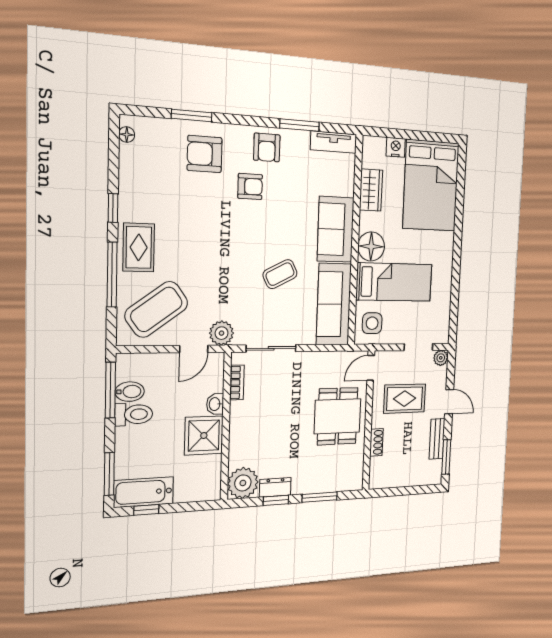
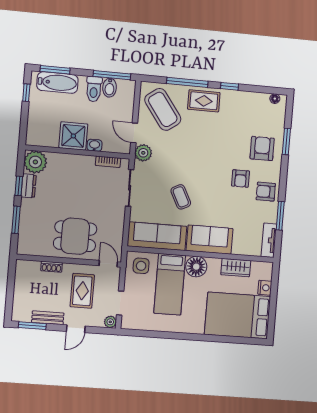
bathtub: (144, 492) -> (57, 83), moved, turned 90

